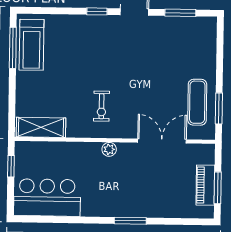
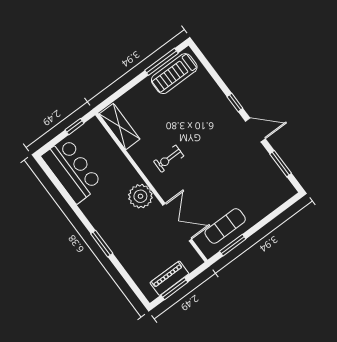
plant: (109, 149) -> (140, 196), width x1.87, depth x1.87

